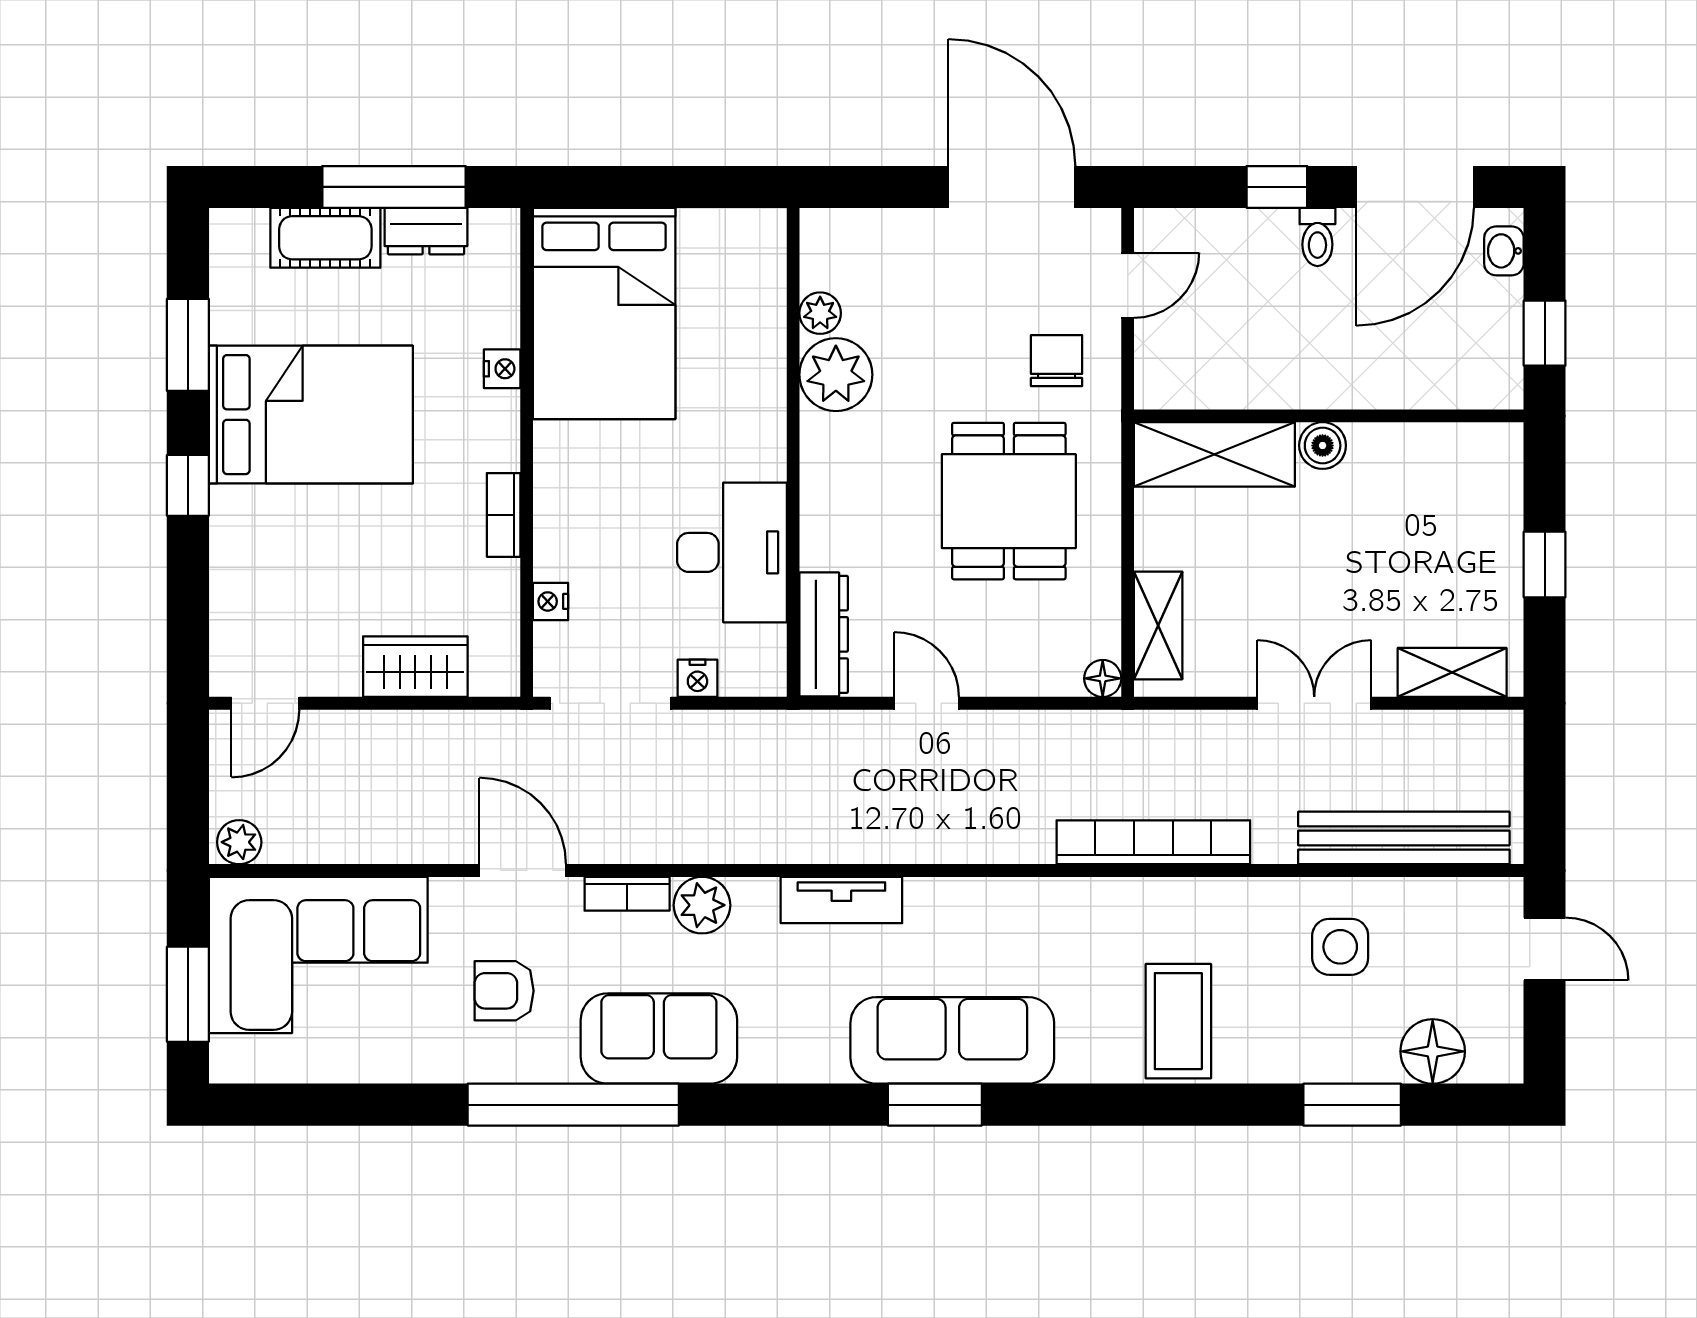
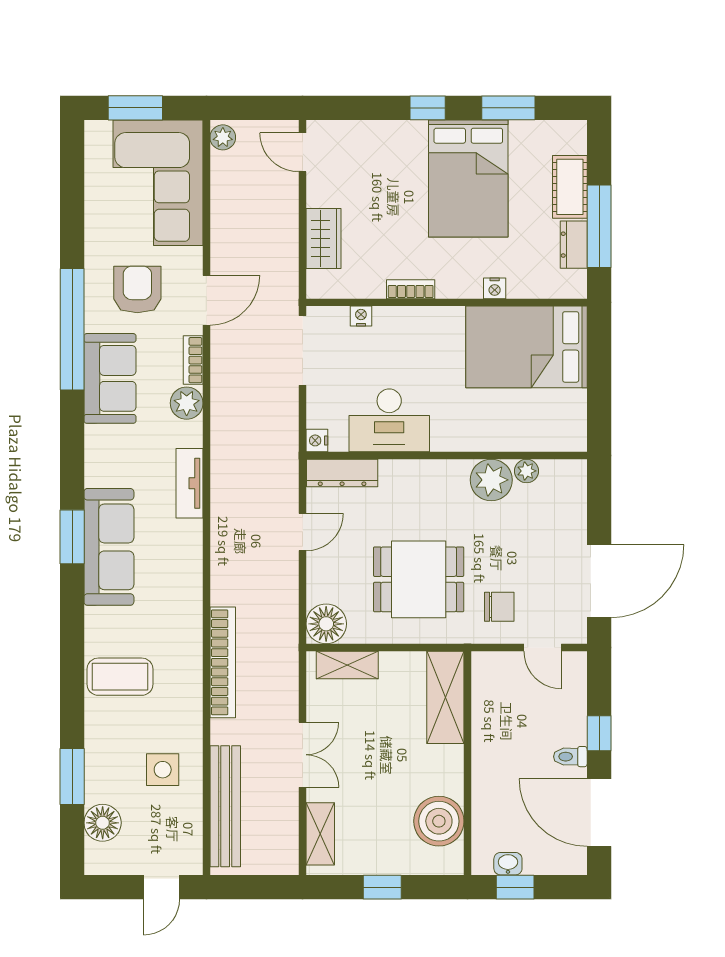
washbasin: (1504, 251) -> (508, 864), moved
boiler: (1323, 446) -> (439, 821), moved, width x1.86, depth x1.86
nightstand: (697, 678) -> (317, 440), moved
floor lamp: (1103, 678) -> (326, 624), width x1.89, depth x1.89
armchair: (504, 991) -> (137, 290), width x1.38, depth x1.38

